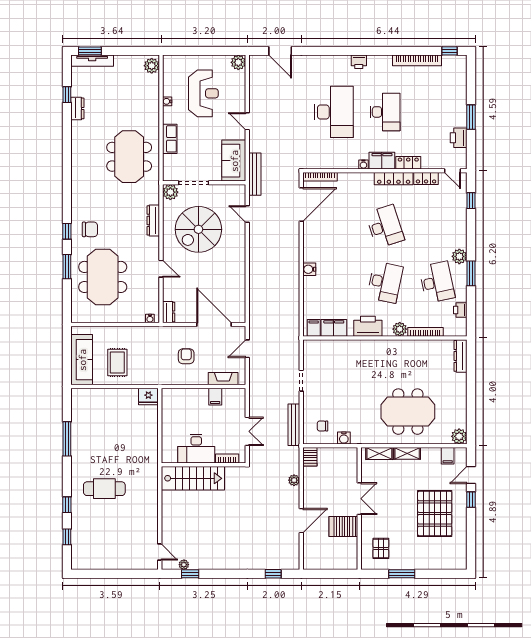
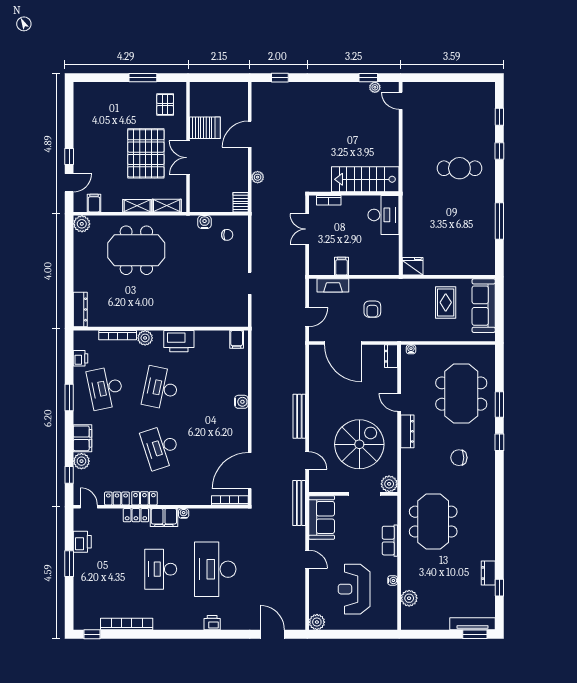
printer: (359, 62) -> (212, 623), moved
plant: (152, 66) -> (409, 598), moved
locker: (394, 179) -> (144, 498), width x0.66
dresser: (153, 220) -> (407, 431), moved
chair: (90, 229) -> (459, 458), moved
plant: (459, 256) -> (81, 461), moved
filing cabinet: (334, 328) -> (82, 438), moved, turned -90
bench: (294, 425) -> (299, 416), moved
desk: (196, 449) -> (383, 215), moved, turned 90
pallet: (435, 513) -> (146, 153), moved

